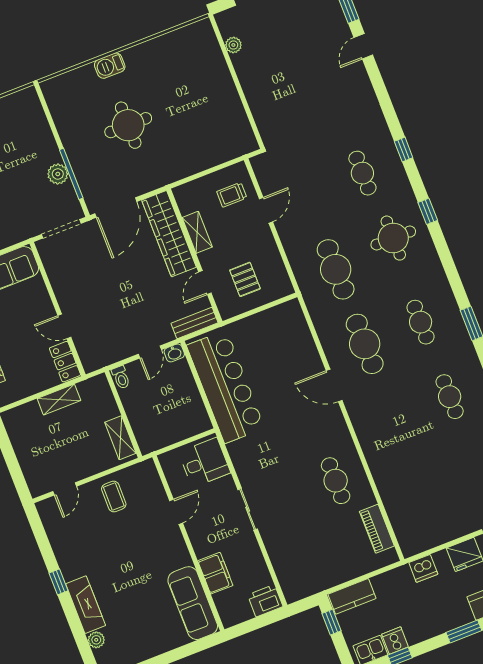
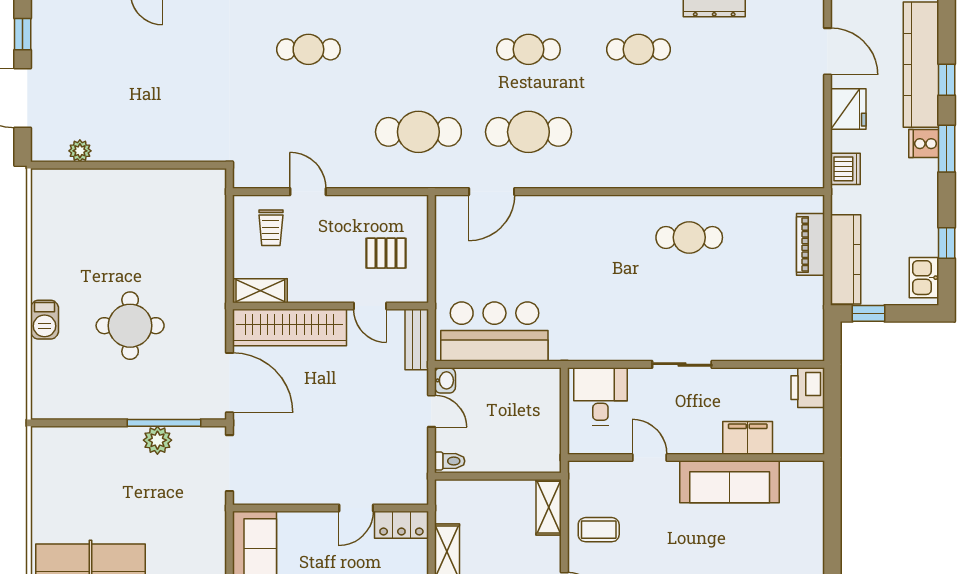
shelving: (197, 232) -> (260, 291), moved
round table: (393, 238) -> (407, 42), removed
door: (334, 385) -> (492, 192), moved
bar counter: (226, 387) -> (494, 332), width x0.73
shelving: (120, 438) -> (549, 507), moved, turned 90
piano: (377, 529) -> (810, 244), moved, turned 90
kitchen counter: (352, 596) -> (846, 259), width x1.50
sofa: (193, 603) -> (730, 482), moved
cooker: (395, 640) -> (924, 144), moved

